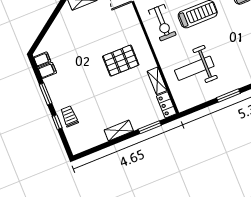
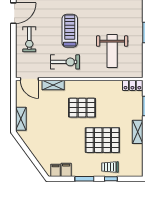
pallet: (121, 61) -> (82, 108), turned 90
shelving: (157, 81) -> (53, 85), moved
pallet: (95, 96) -> (102, 140), added

